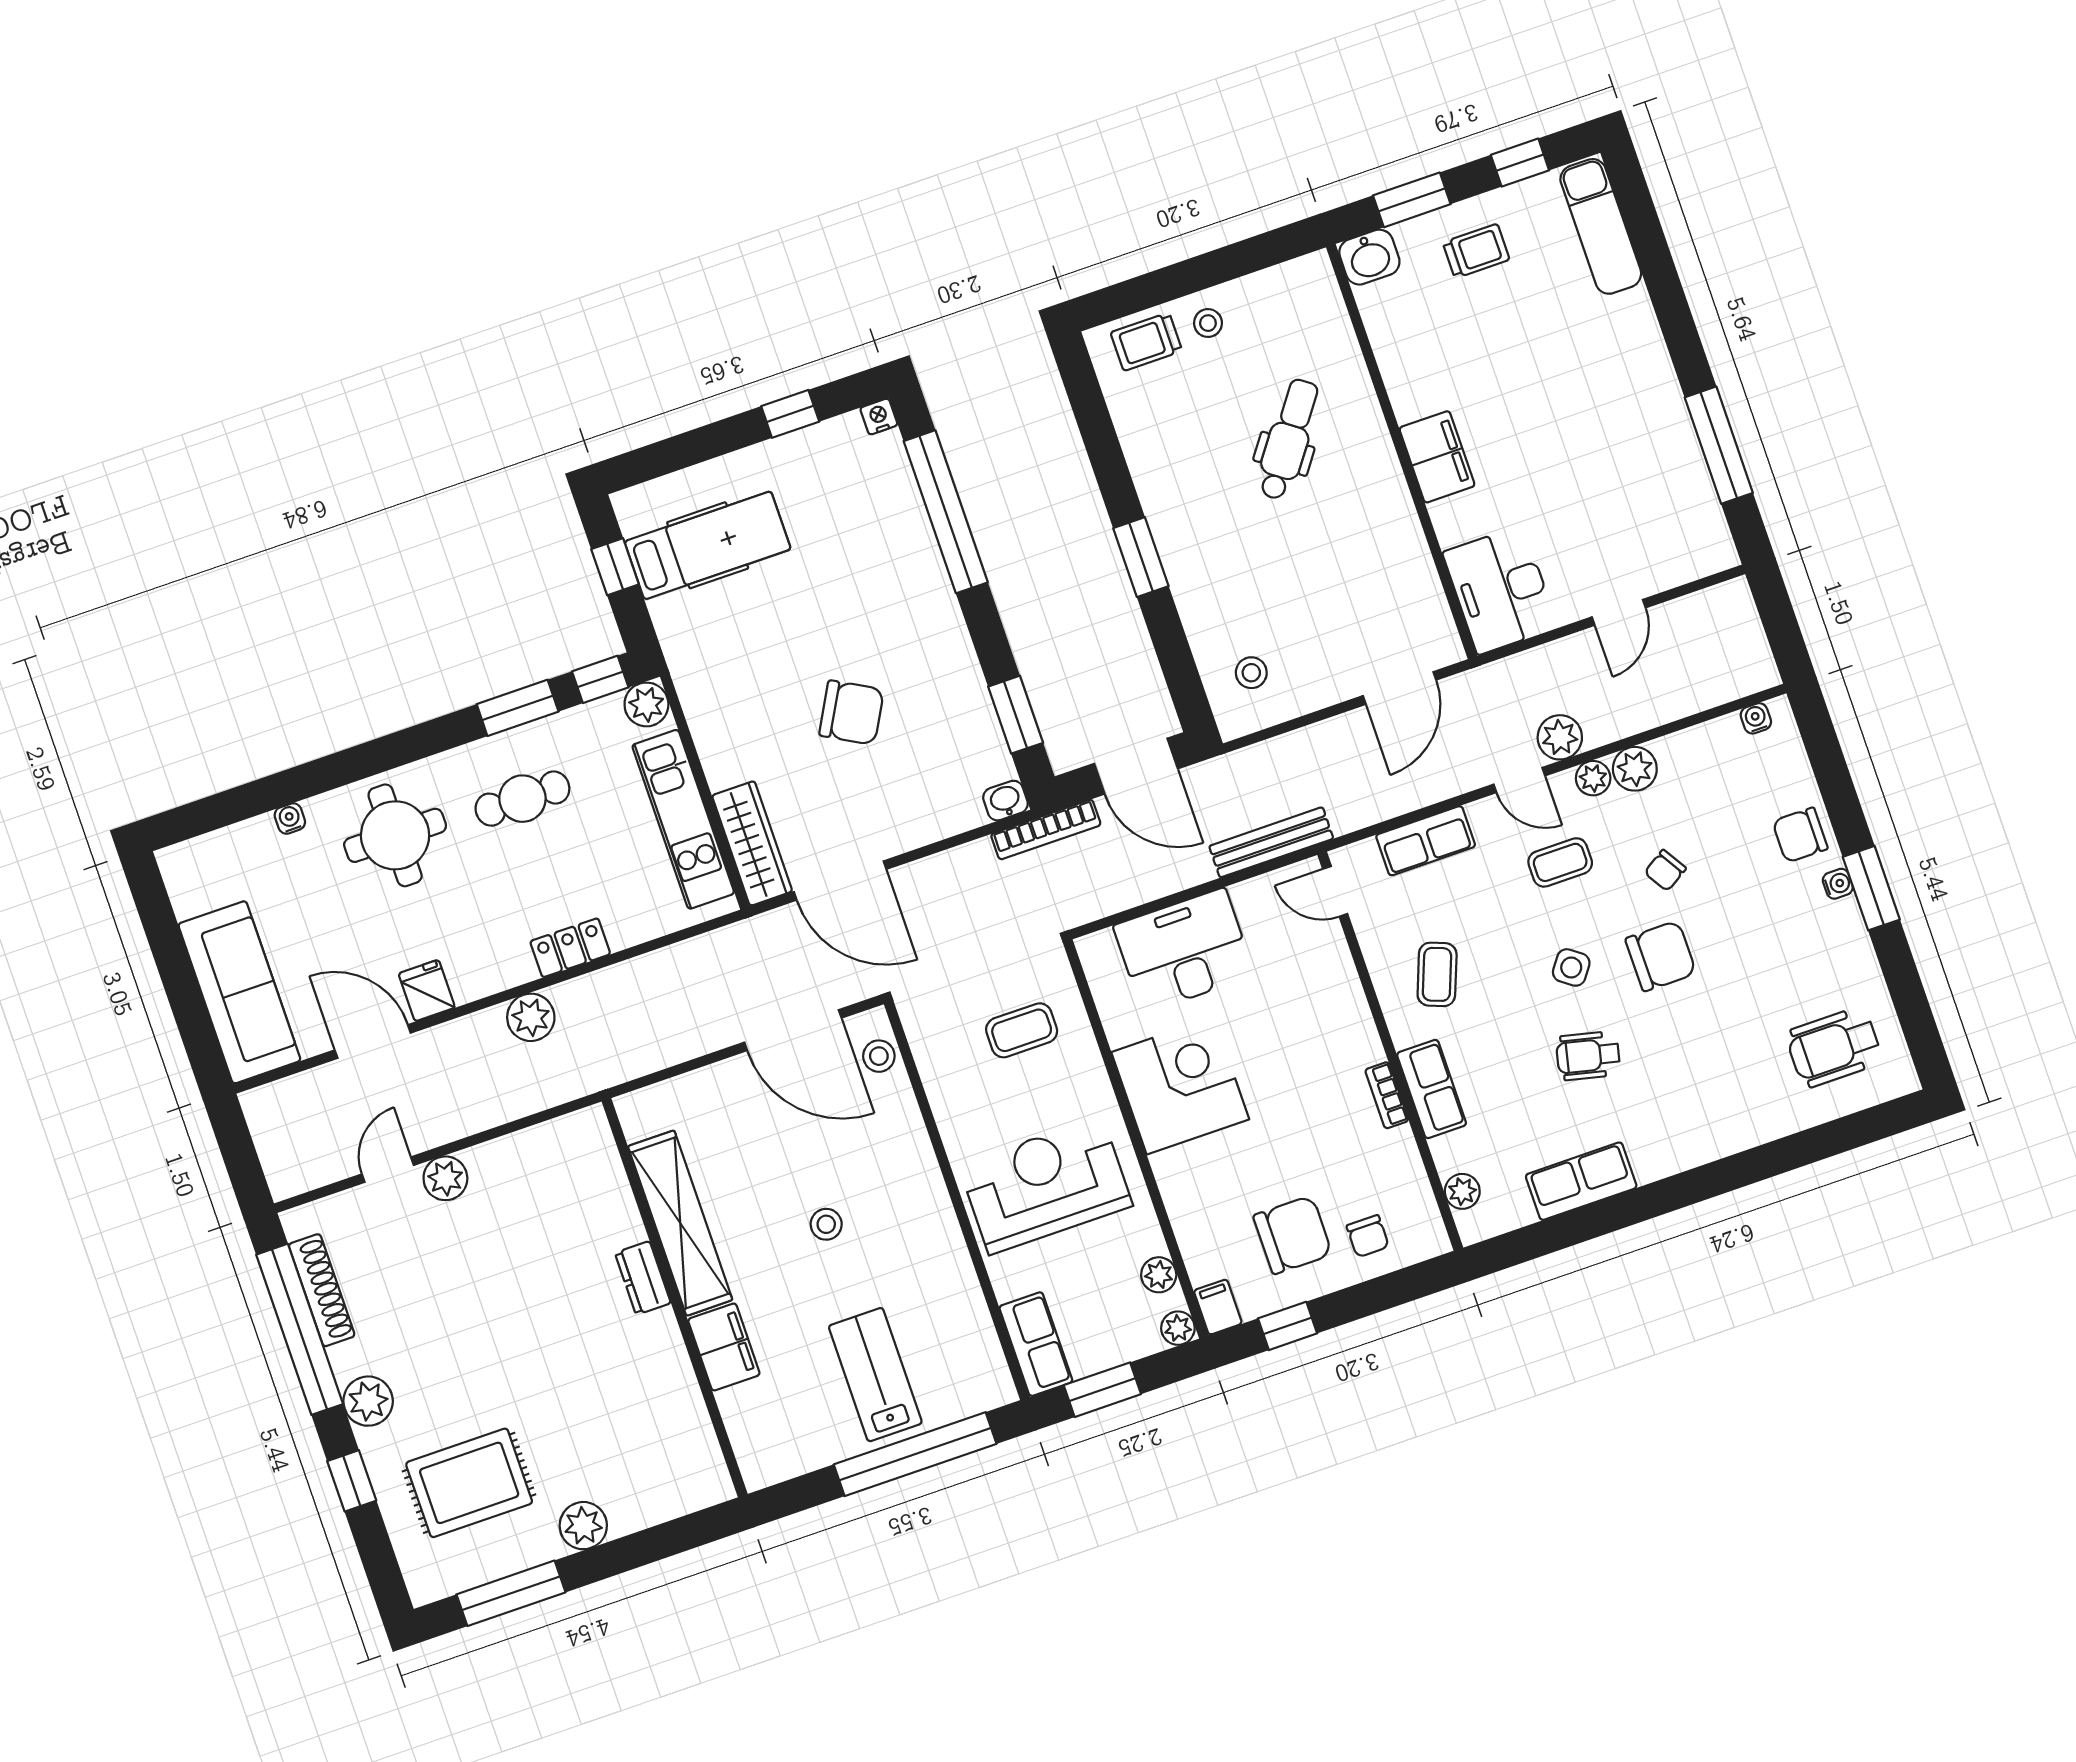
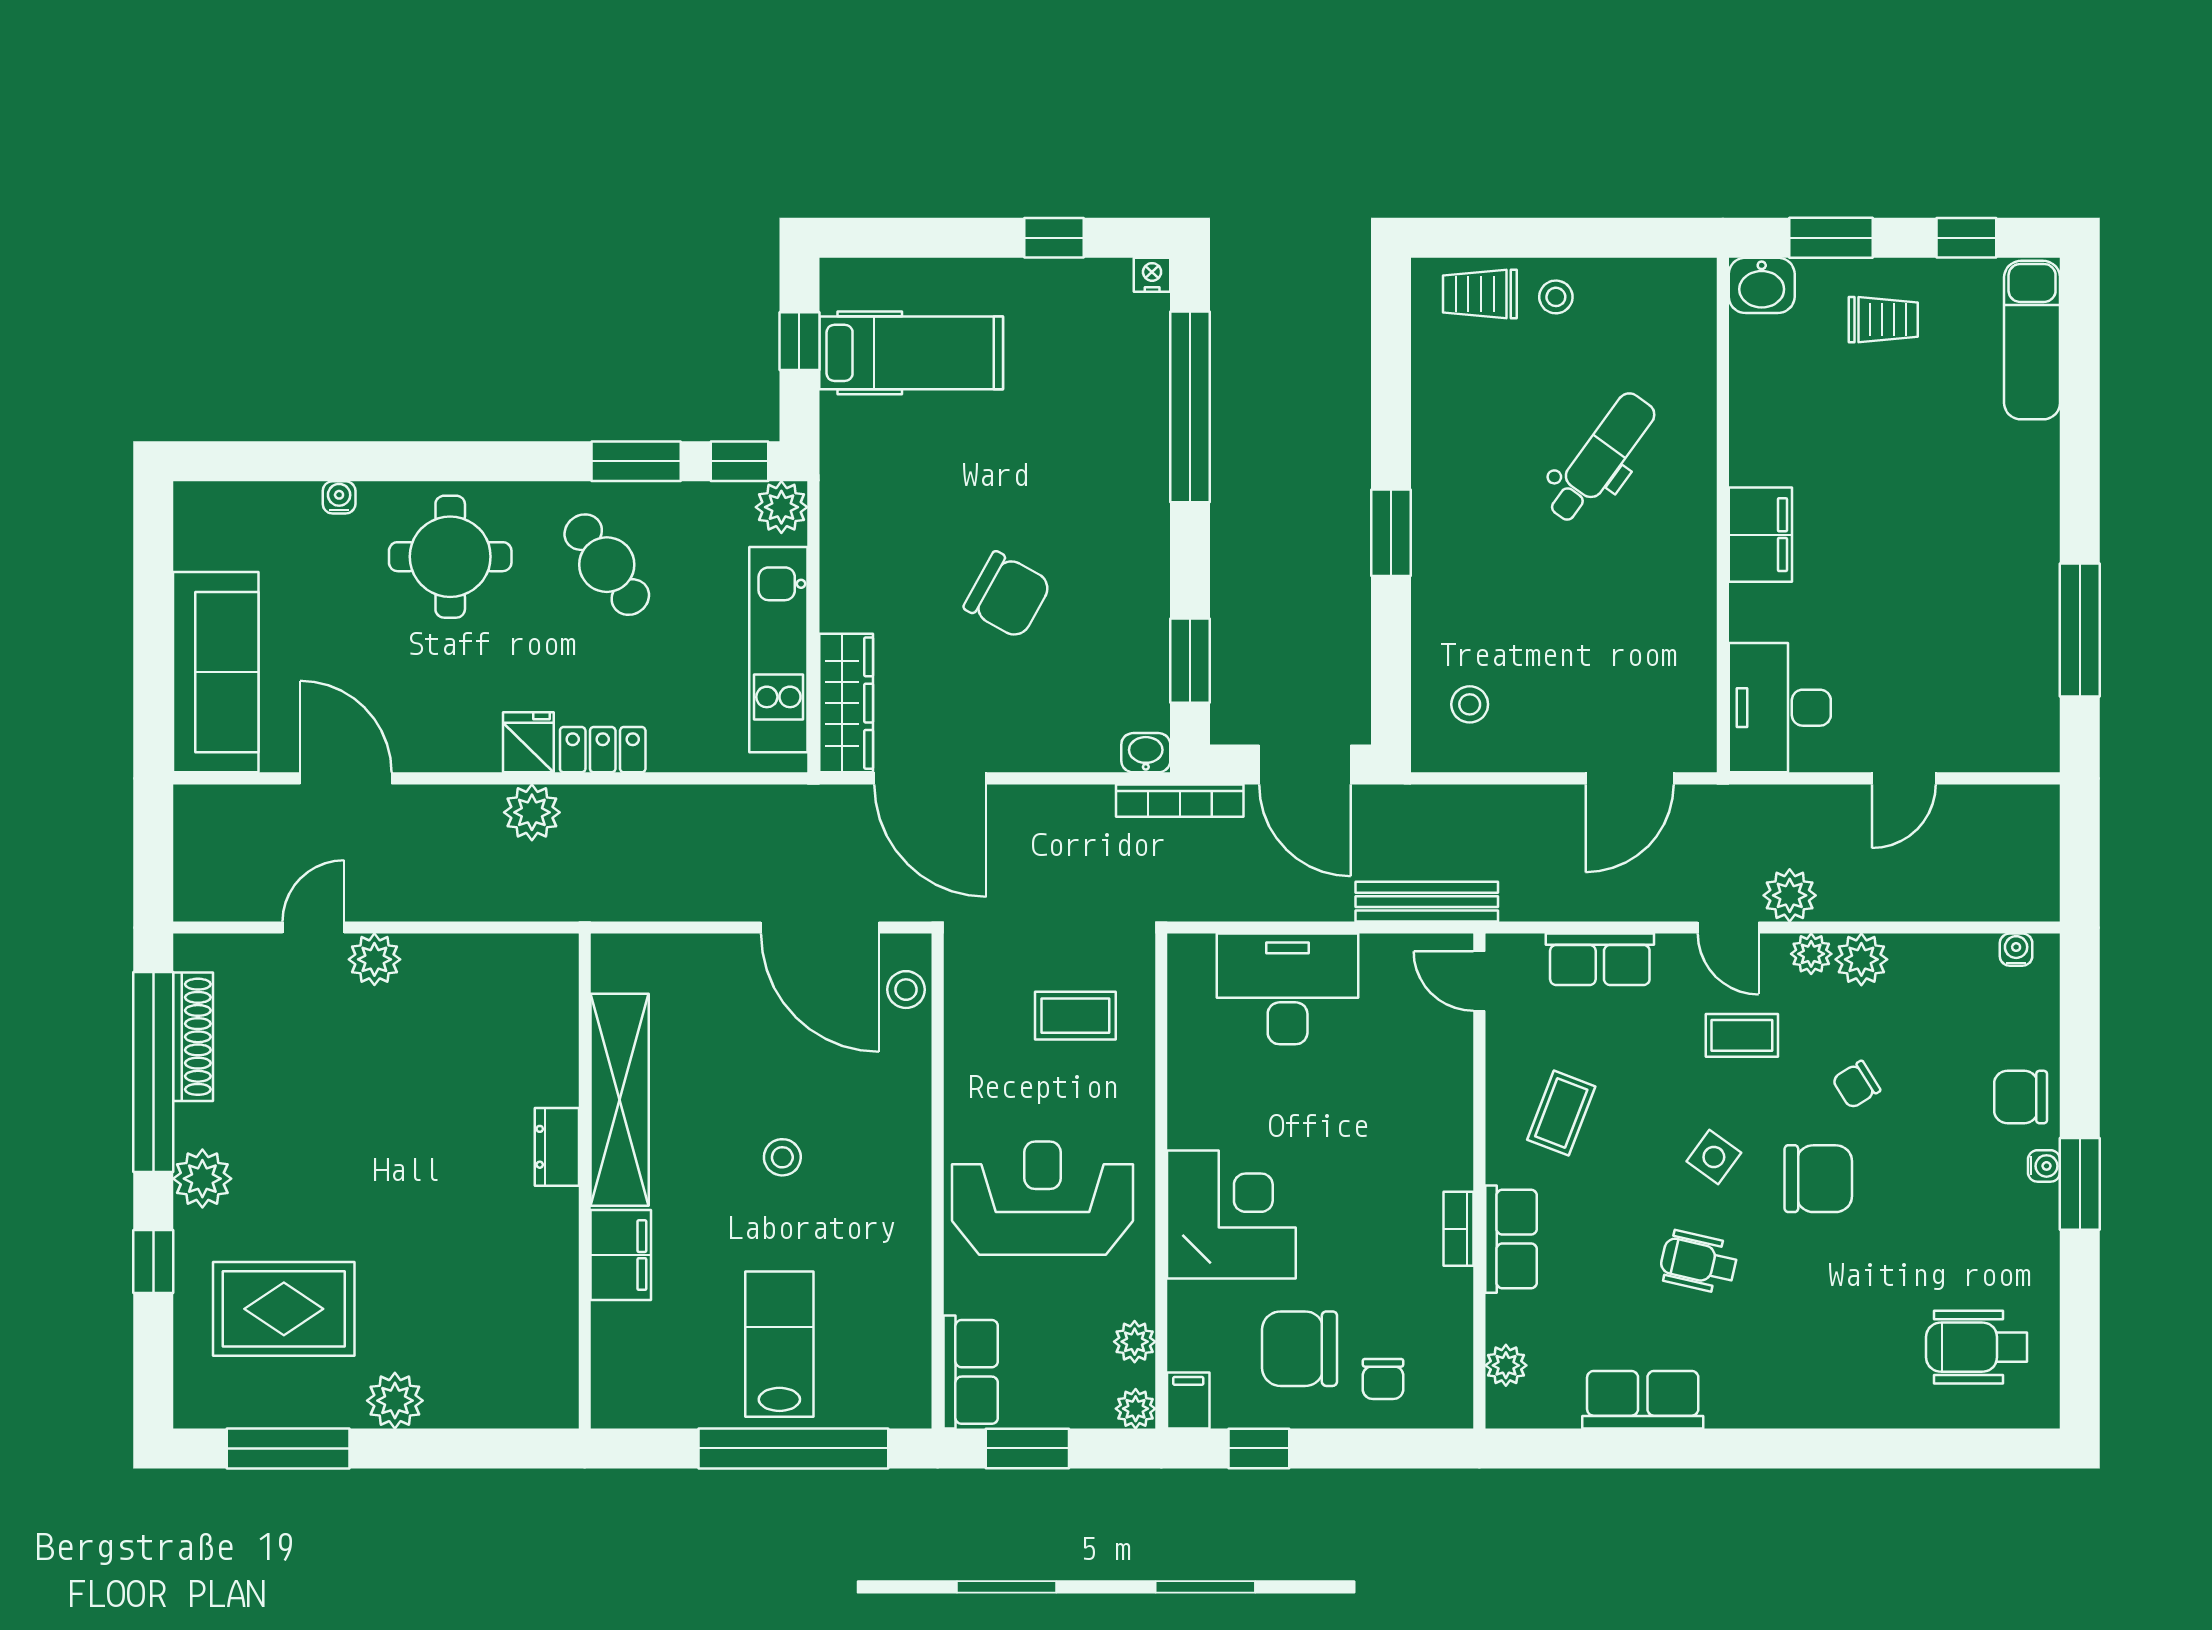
cafe table: (522, 799) -> (607, 565), turned 54
fridge: (427, 991) -> (528, 742), moved
corner desk: (1180, 1086) -> (1231, 1215), moved
chair: (1293, 1235) -> (1300, 1349), turned 180

